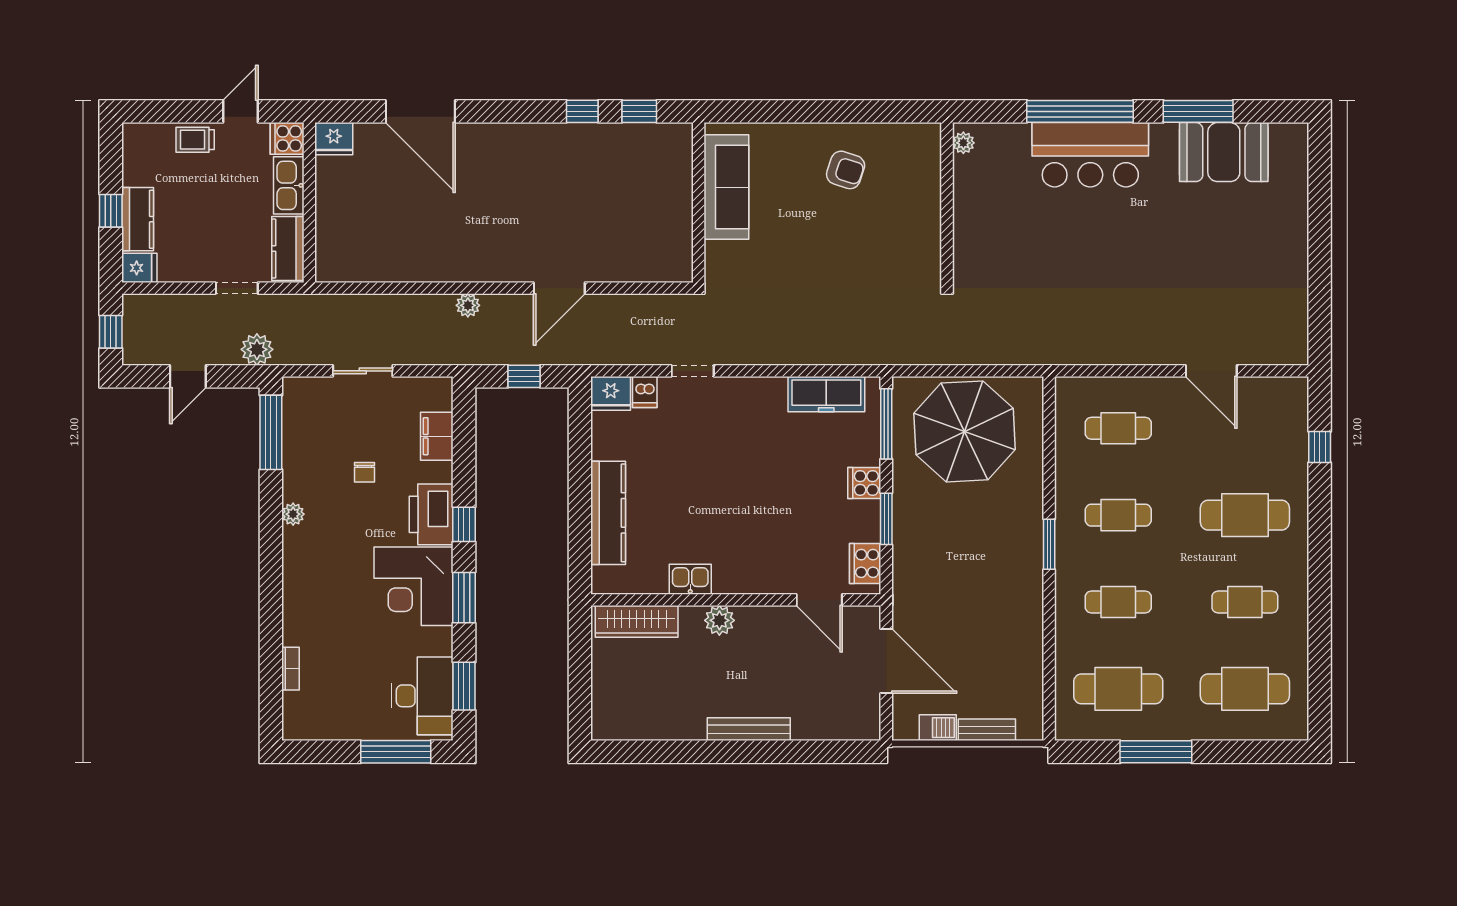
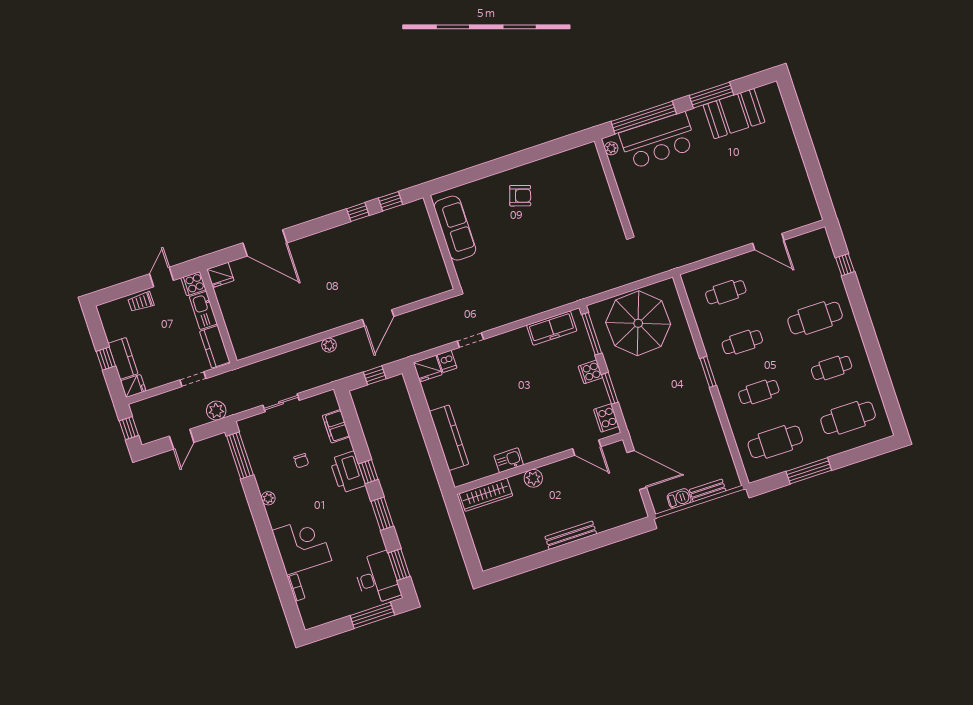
plant: (963, 143) -> (611, 148), moved
wall: (947, 203) -> (613, 186), moved
corner desk: (414, 586) -> (302, 545), moved, turned 180

